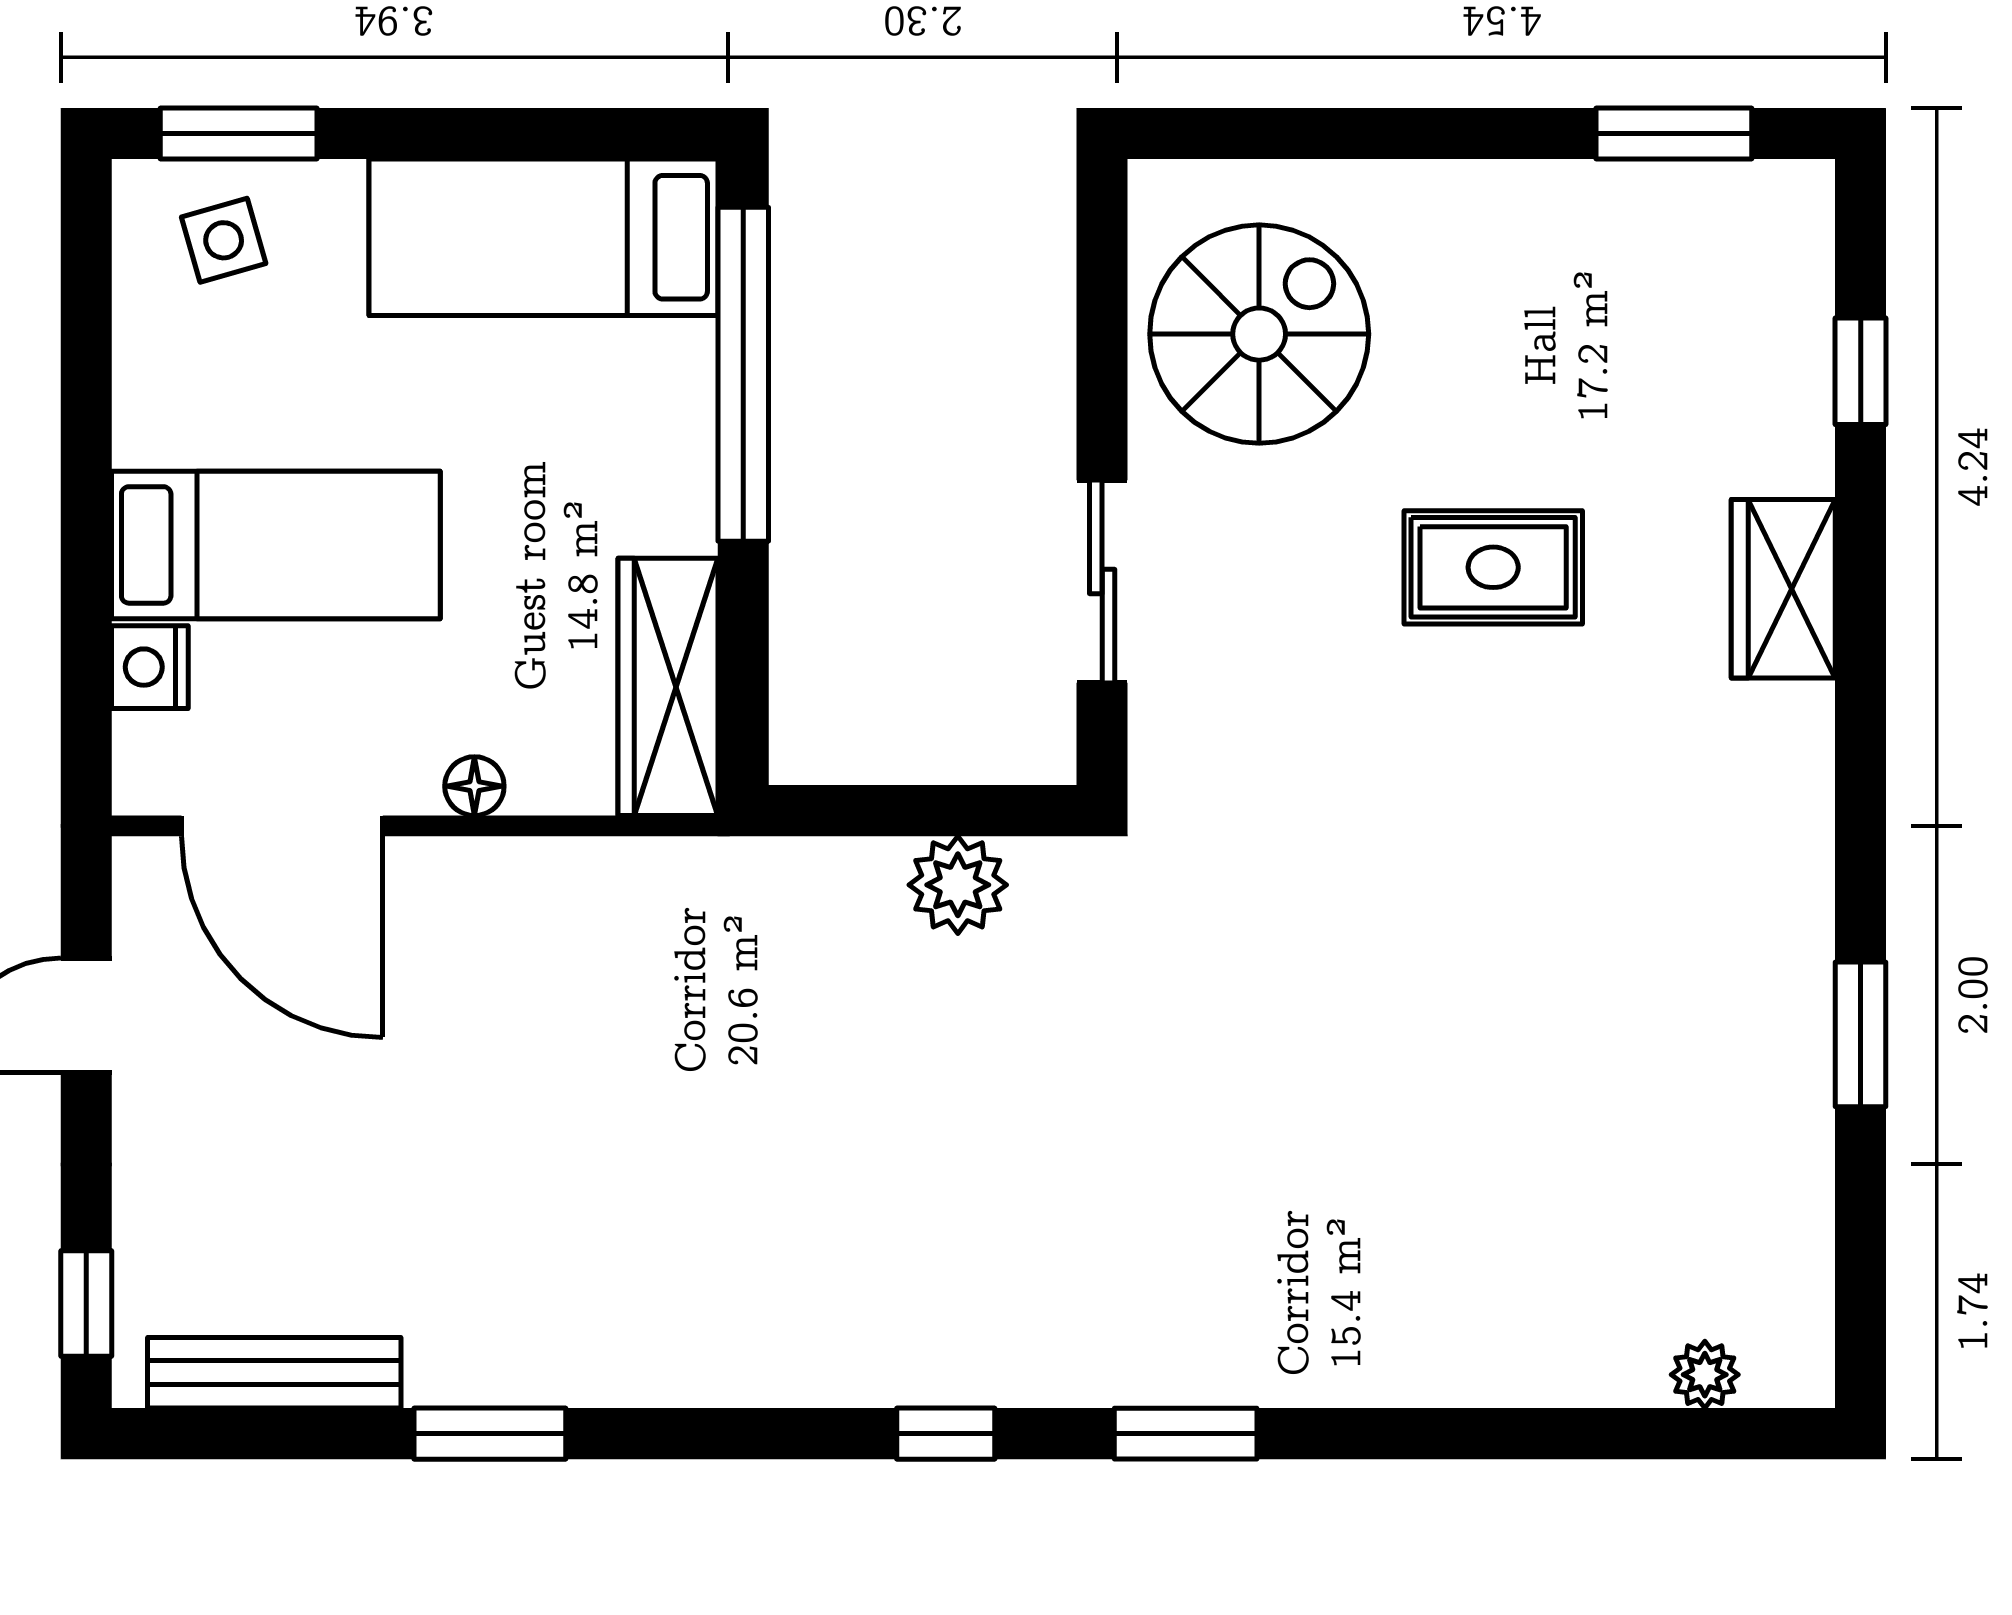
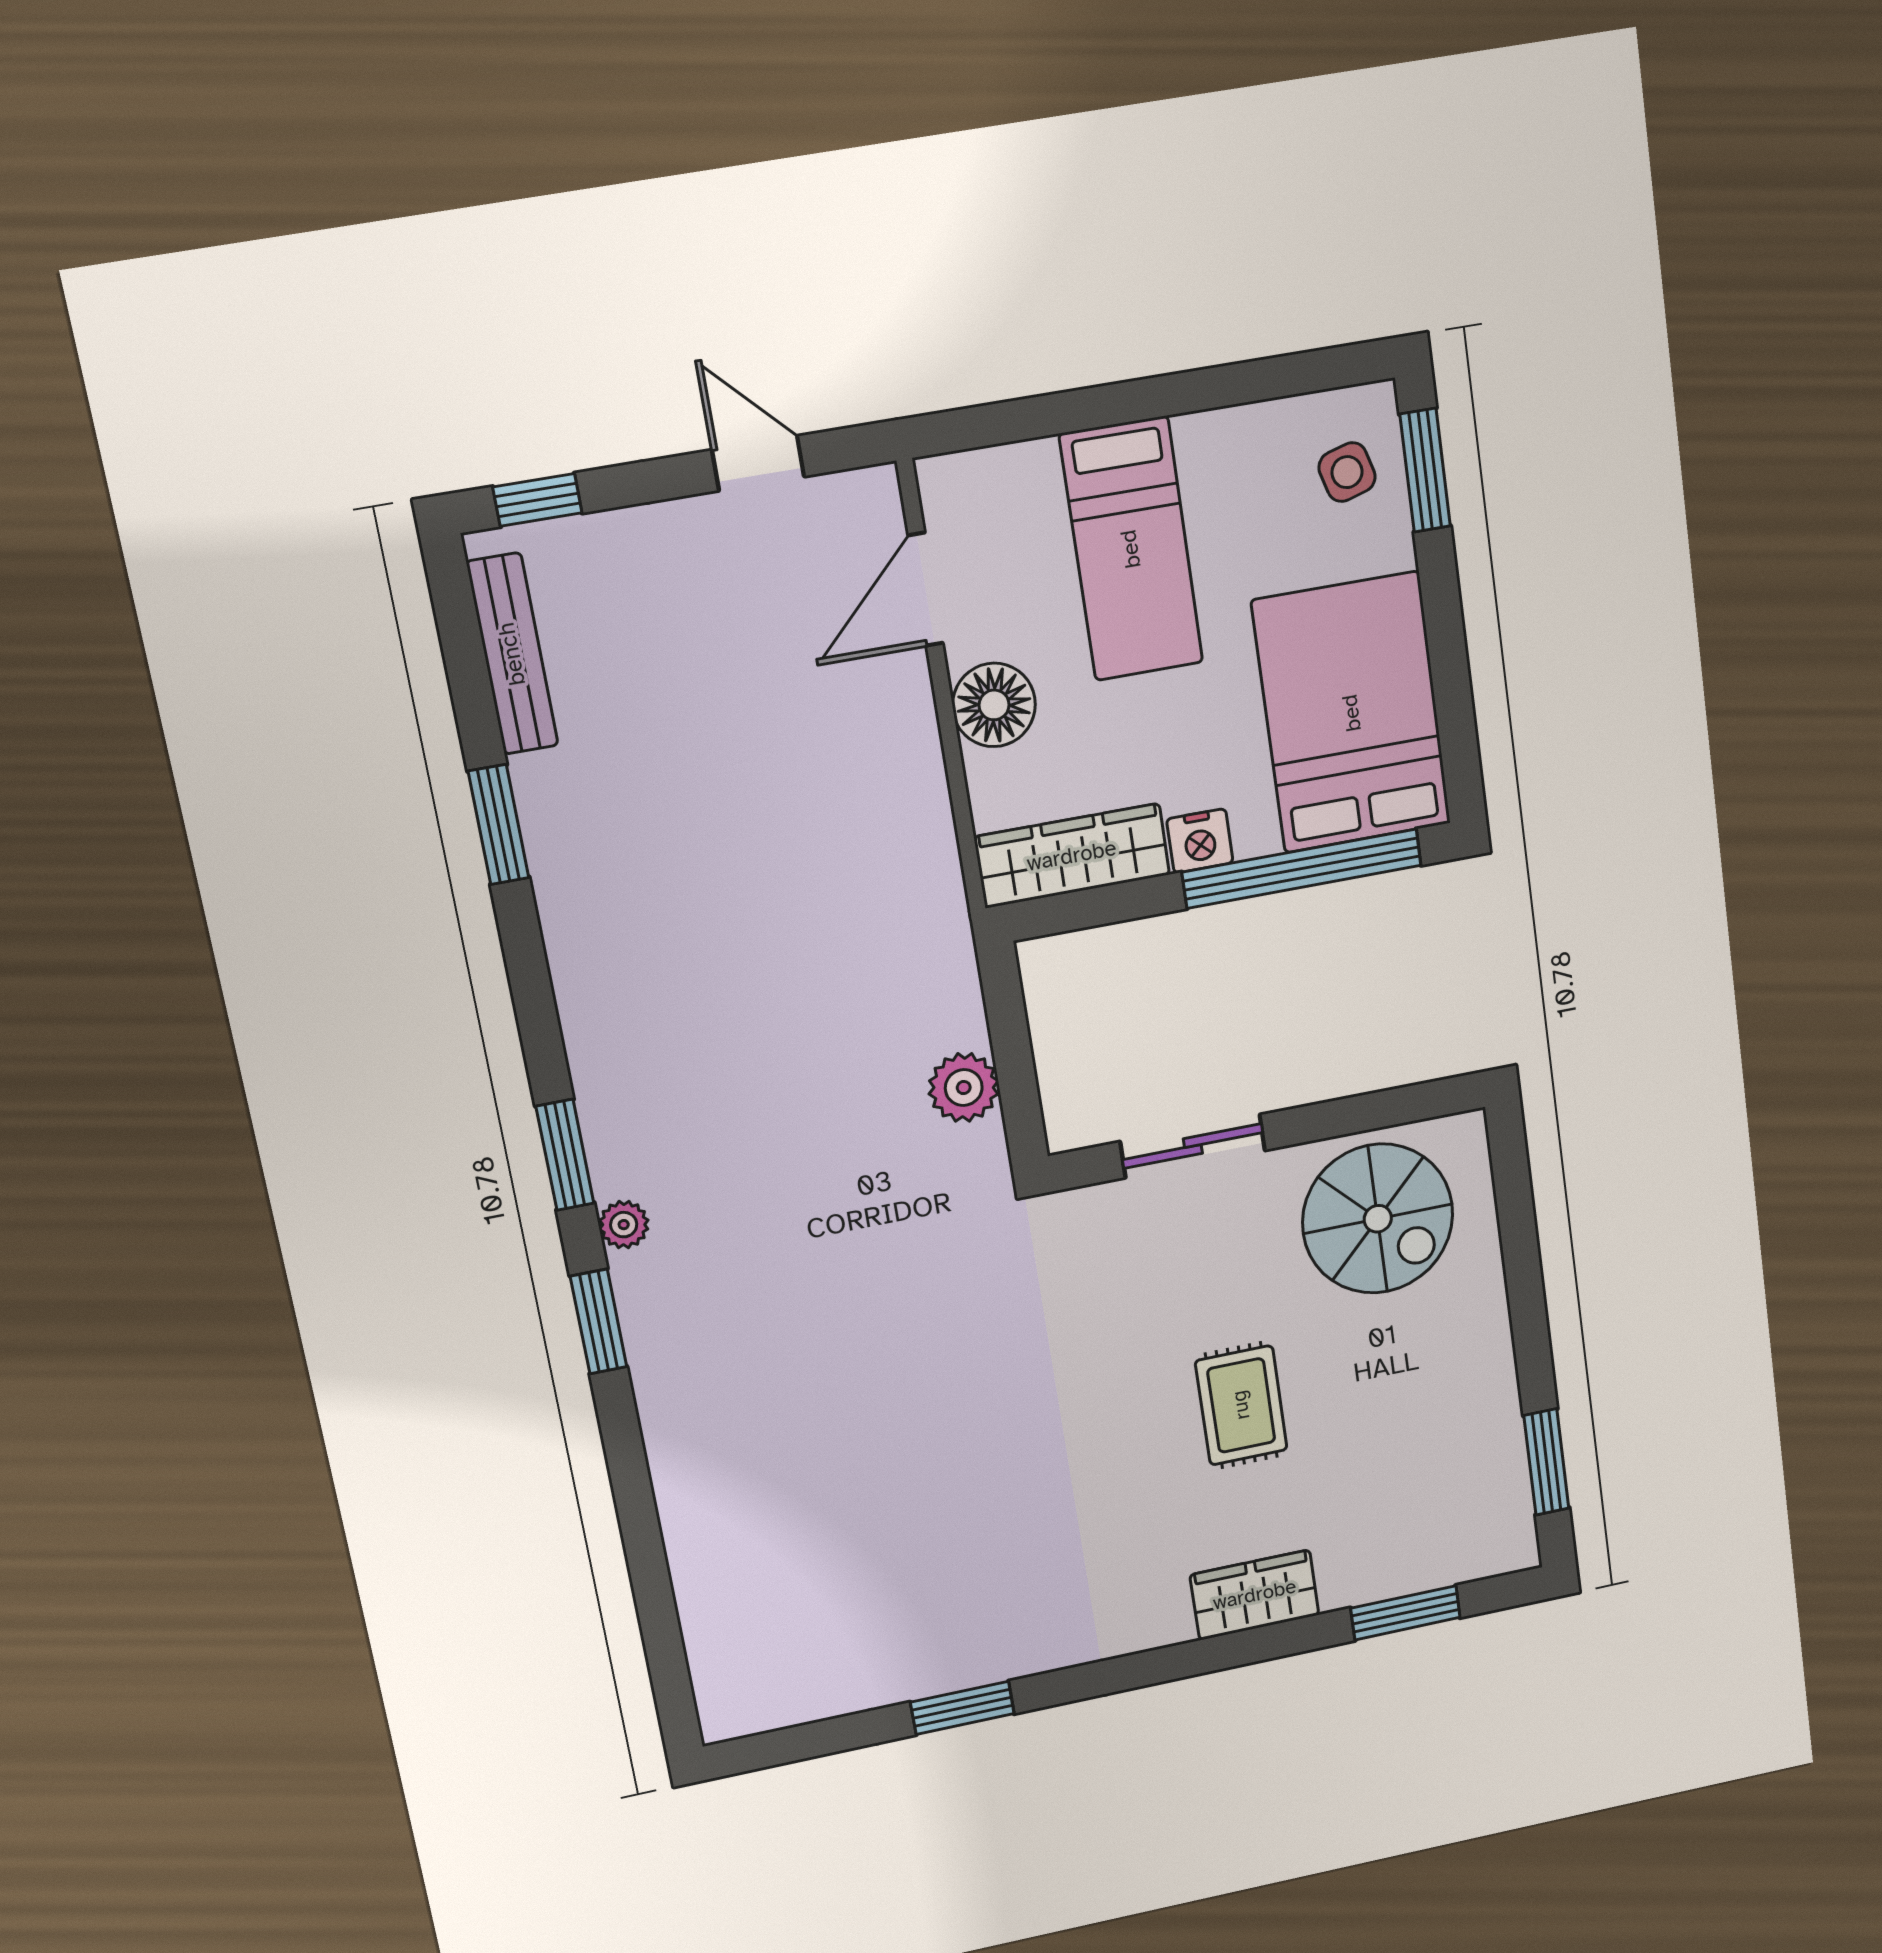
bed: (543, 237) -> (1352, 713), width x1.50
window: (1861, 371) -> (1405, 1613), width x1.50
nightstand: (150, 667) -> (1200, 841), moved, turned 180
floor lamp: (474, 786) -> (994, 705), width x1.89, depth x1.89
door: (282, 826) -> (926, 589), width x0.73
plant: (1705, 1375) -> (624, 1225), moved
window: (946, 1434) -> (565, 1155), width x1.50

